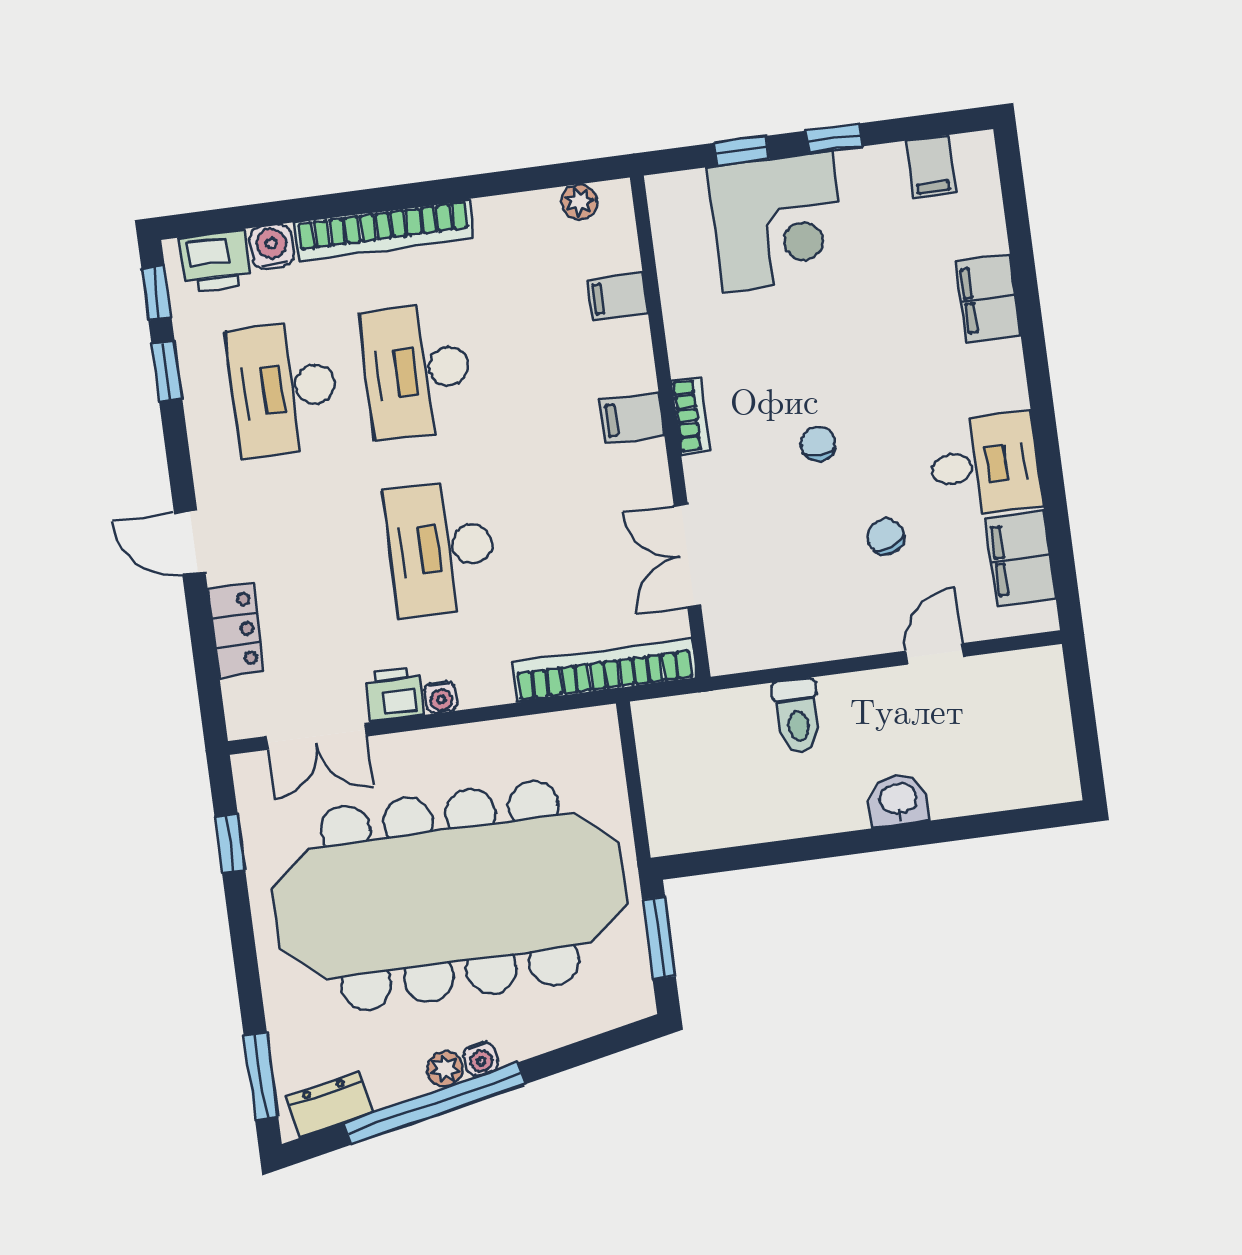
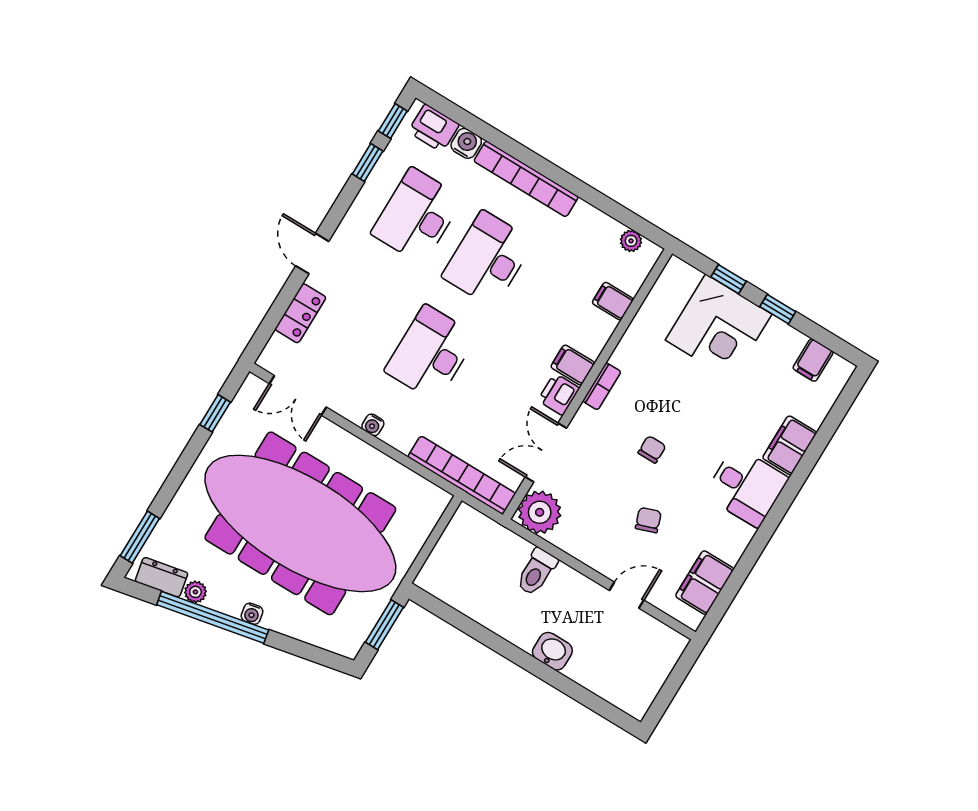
desk: (985, 465) -> (746, 487), moved
plant: (741, 638) -> (540, 512), added
printer: (394, 694) -> (559, 394), moved, turned -90
plant: (445, 1069) -> (195, 592), moved

